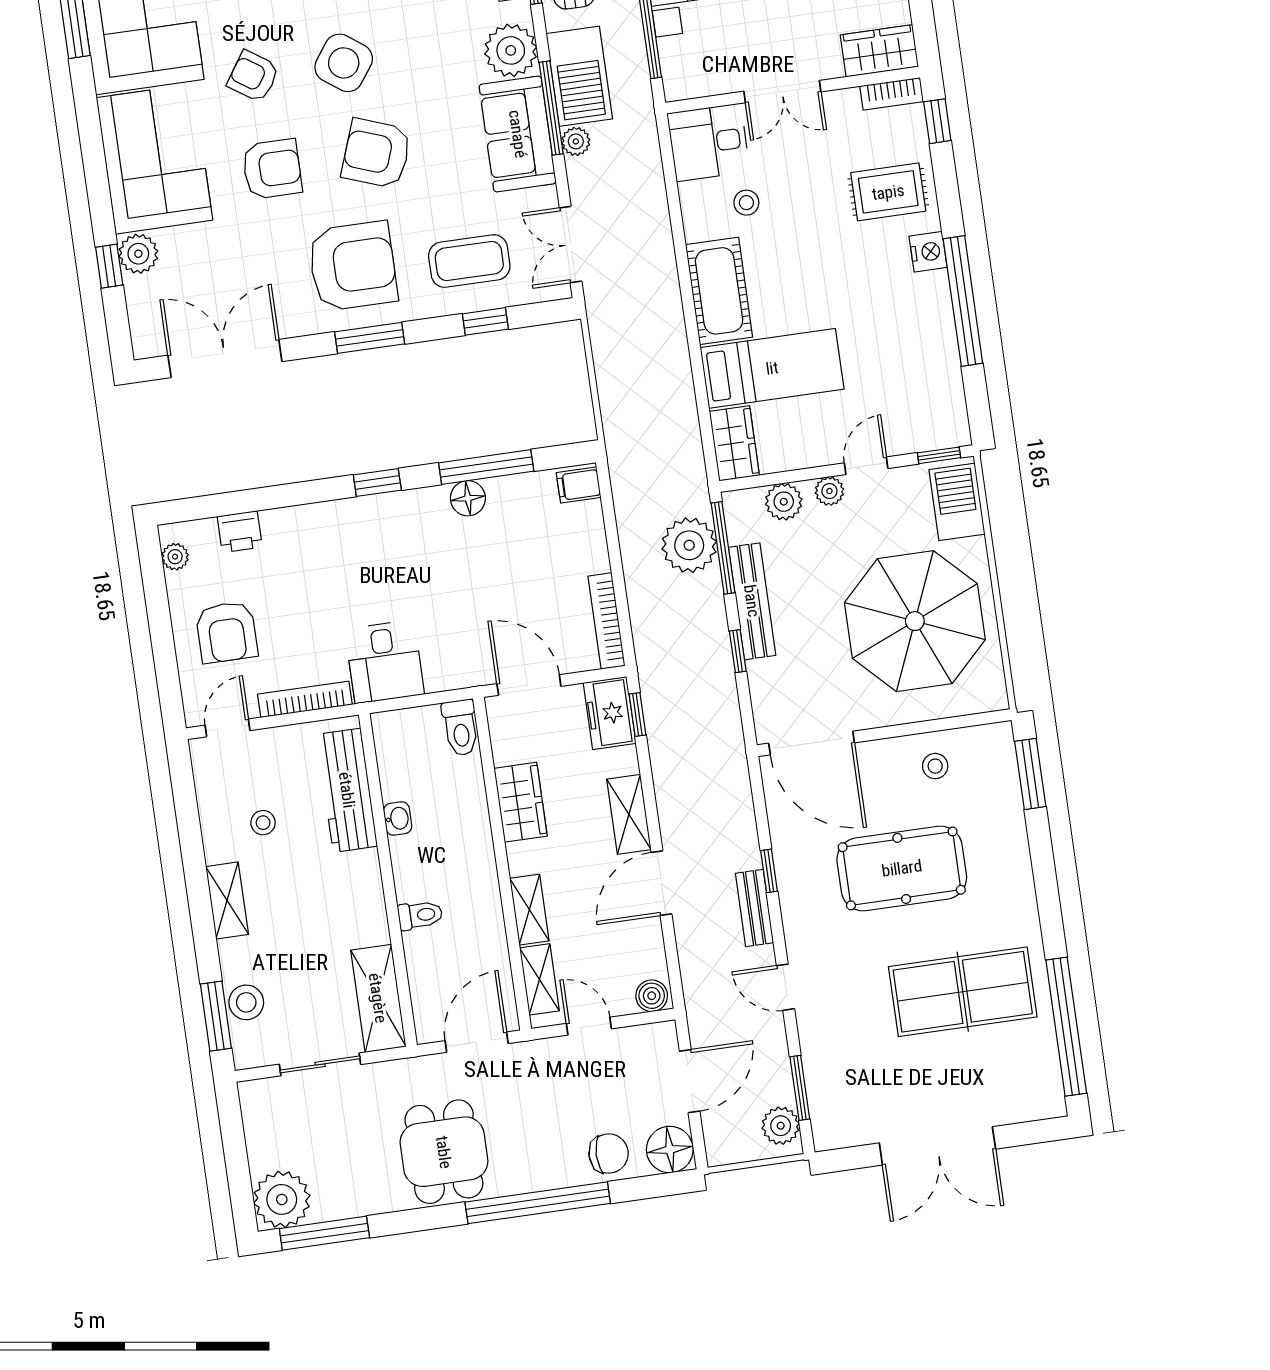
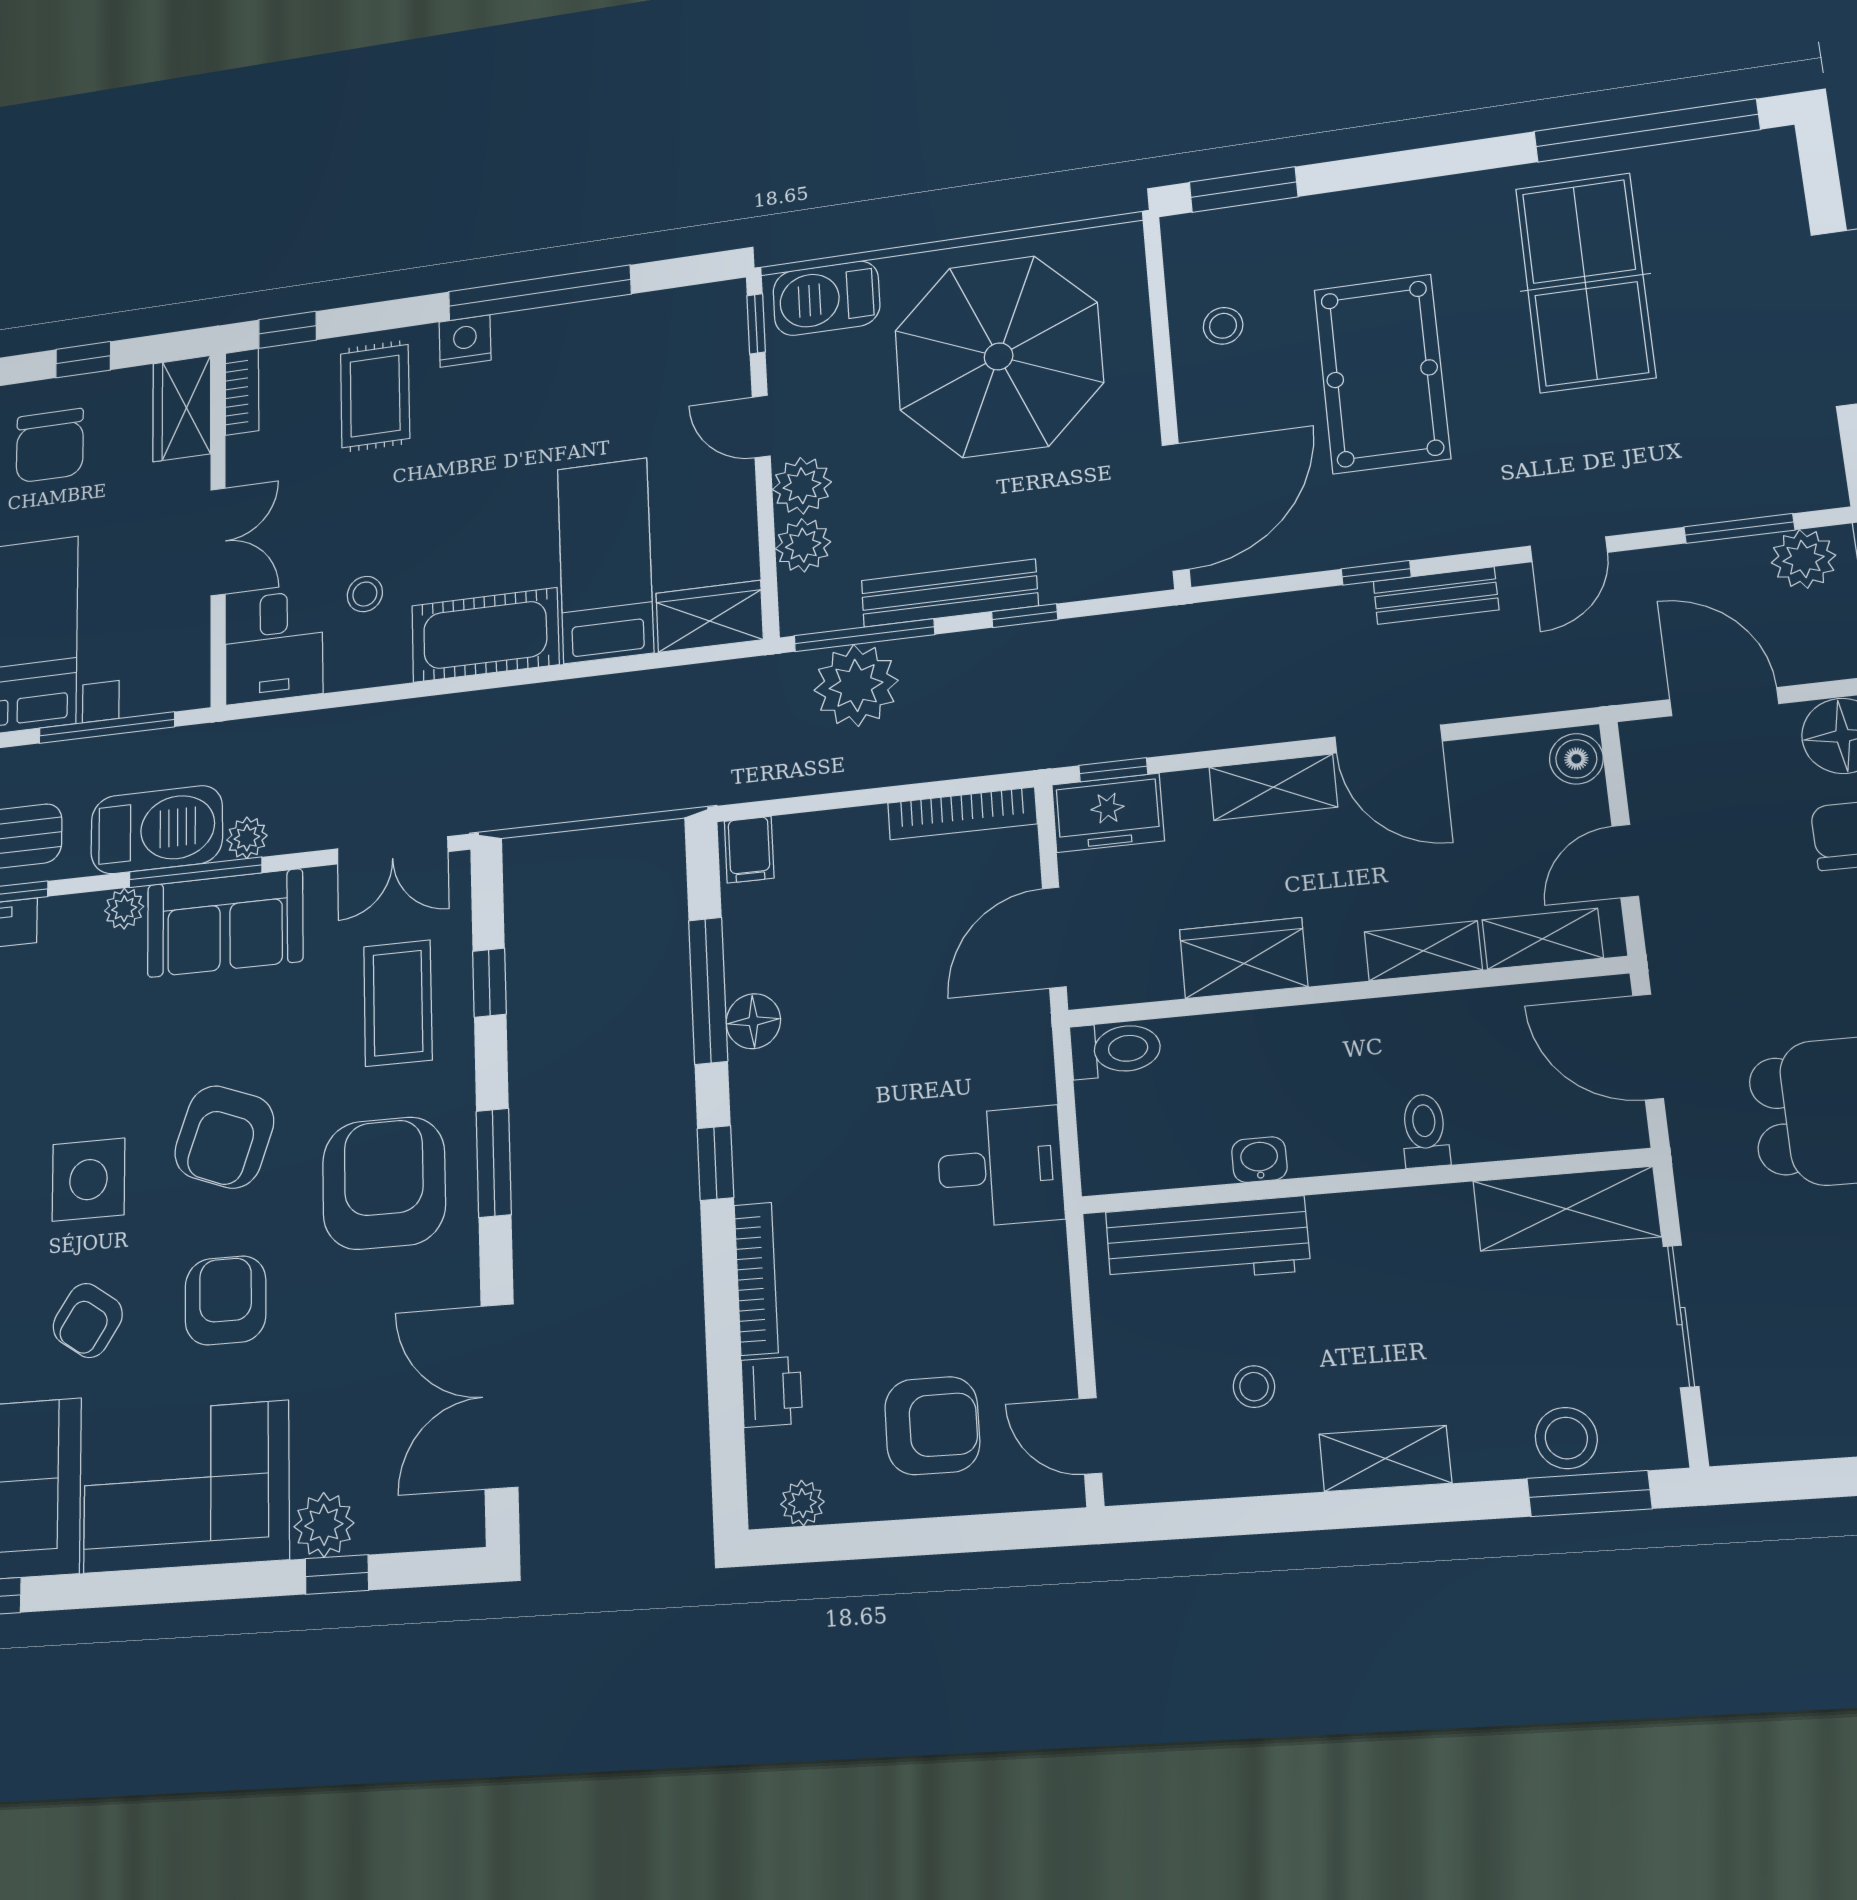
plant: (511, 50) -> (124, 909), width x0.53, depth x0.53
side table: (344, 63) -> (88, 1180), turned -36
plant: (829, 491) -> (802, 486), width x1.38, depth x1.38
bookcase: (305, 699) -> (756, 1279), moved, turned 180

